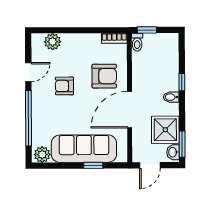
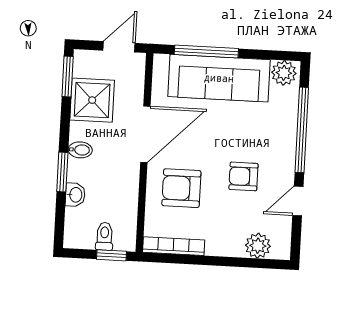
bookcase: (114, 38) -> (174, 246), width x1.56
toilet: (137, 42) -> (104, 236), moved
window: (182, 82) -> (62, 172), width x1.50
armchair: (64, 86) -> (243, 176), turned 180
washbasin: (173, 152) -> (75, 195), moved
window: (93, 165) -> (206, 51), width x2.17

